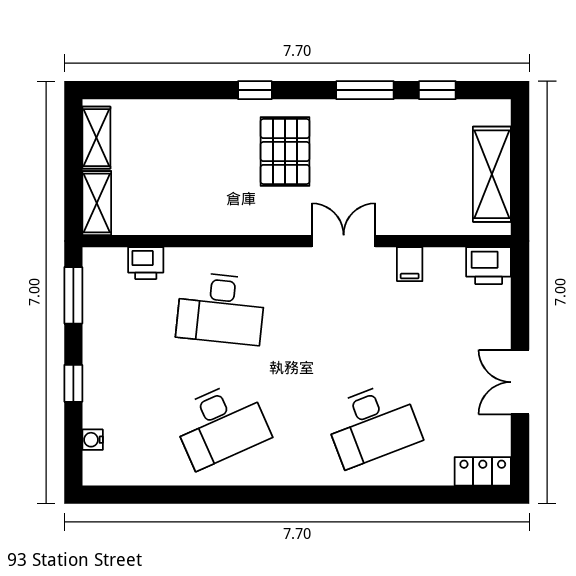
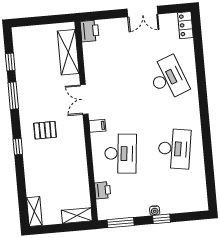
shelving: (96, 138) -> (34, 211), moved, turned 90
pallet: (285, 152) -> (45, 130), width x0.67, depth x0.71
shelving: (492, 174) -> (68, 52), moved, turned 90
filing cabinet: (410, 264) -> (97, 126), moved
desk: (221, 424) -> (174, 149), turned 33
water cooler: (93, 440) -> (155, 211), moved

